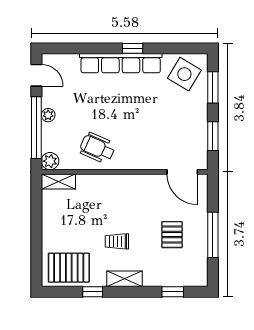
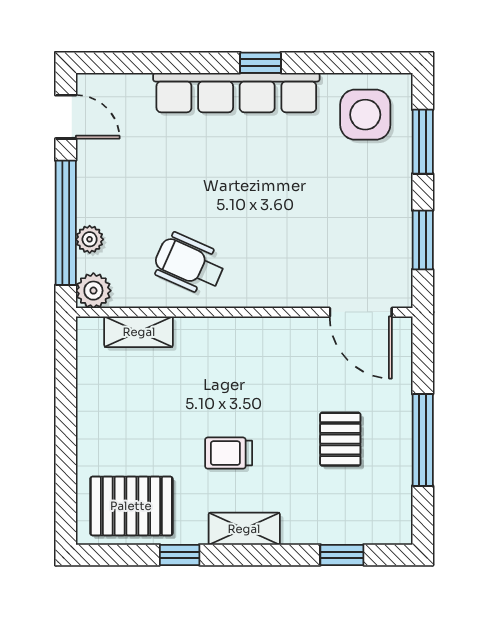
side table: (184, 74) -> (365, 115), turned -31
plant: (48, 115) -> (90, 239), moved
shelving: (58, 181) -> (139, 332), moved

